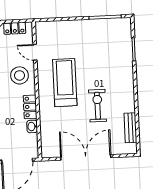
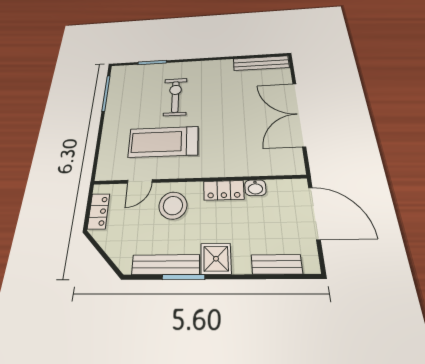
treadmill: (65, 83) -> (163, 142), moved
exercise bike: (97, 106) -> (175, 97), moved, turned 90
bench: (130, 128) -> (261, 63), width x1.36

